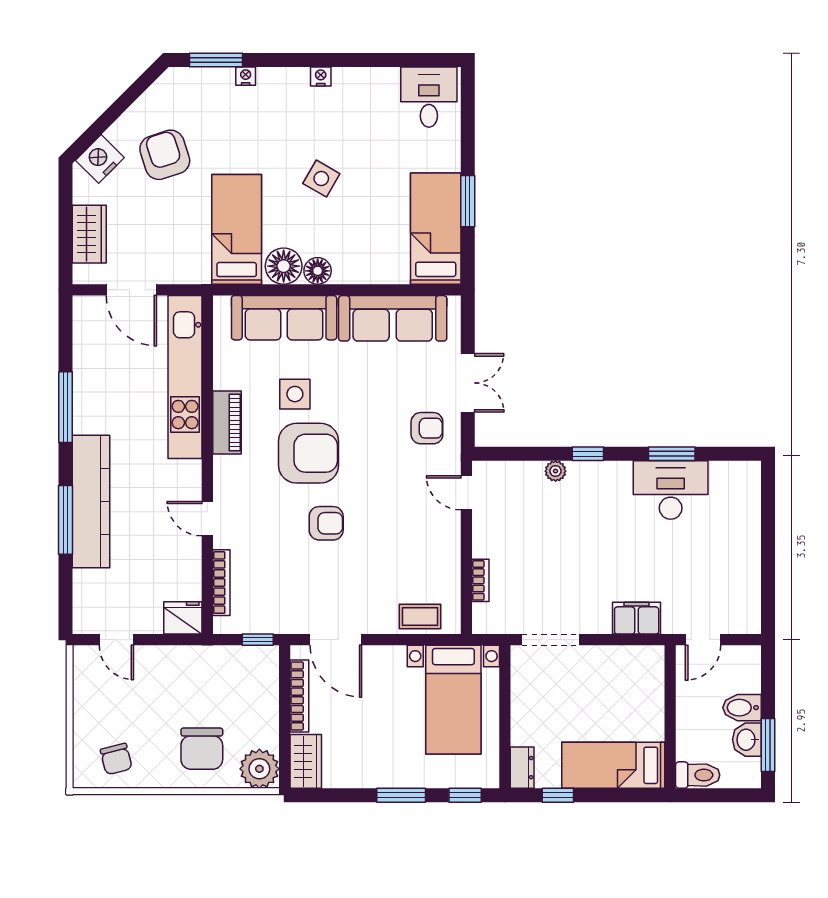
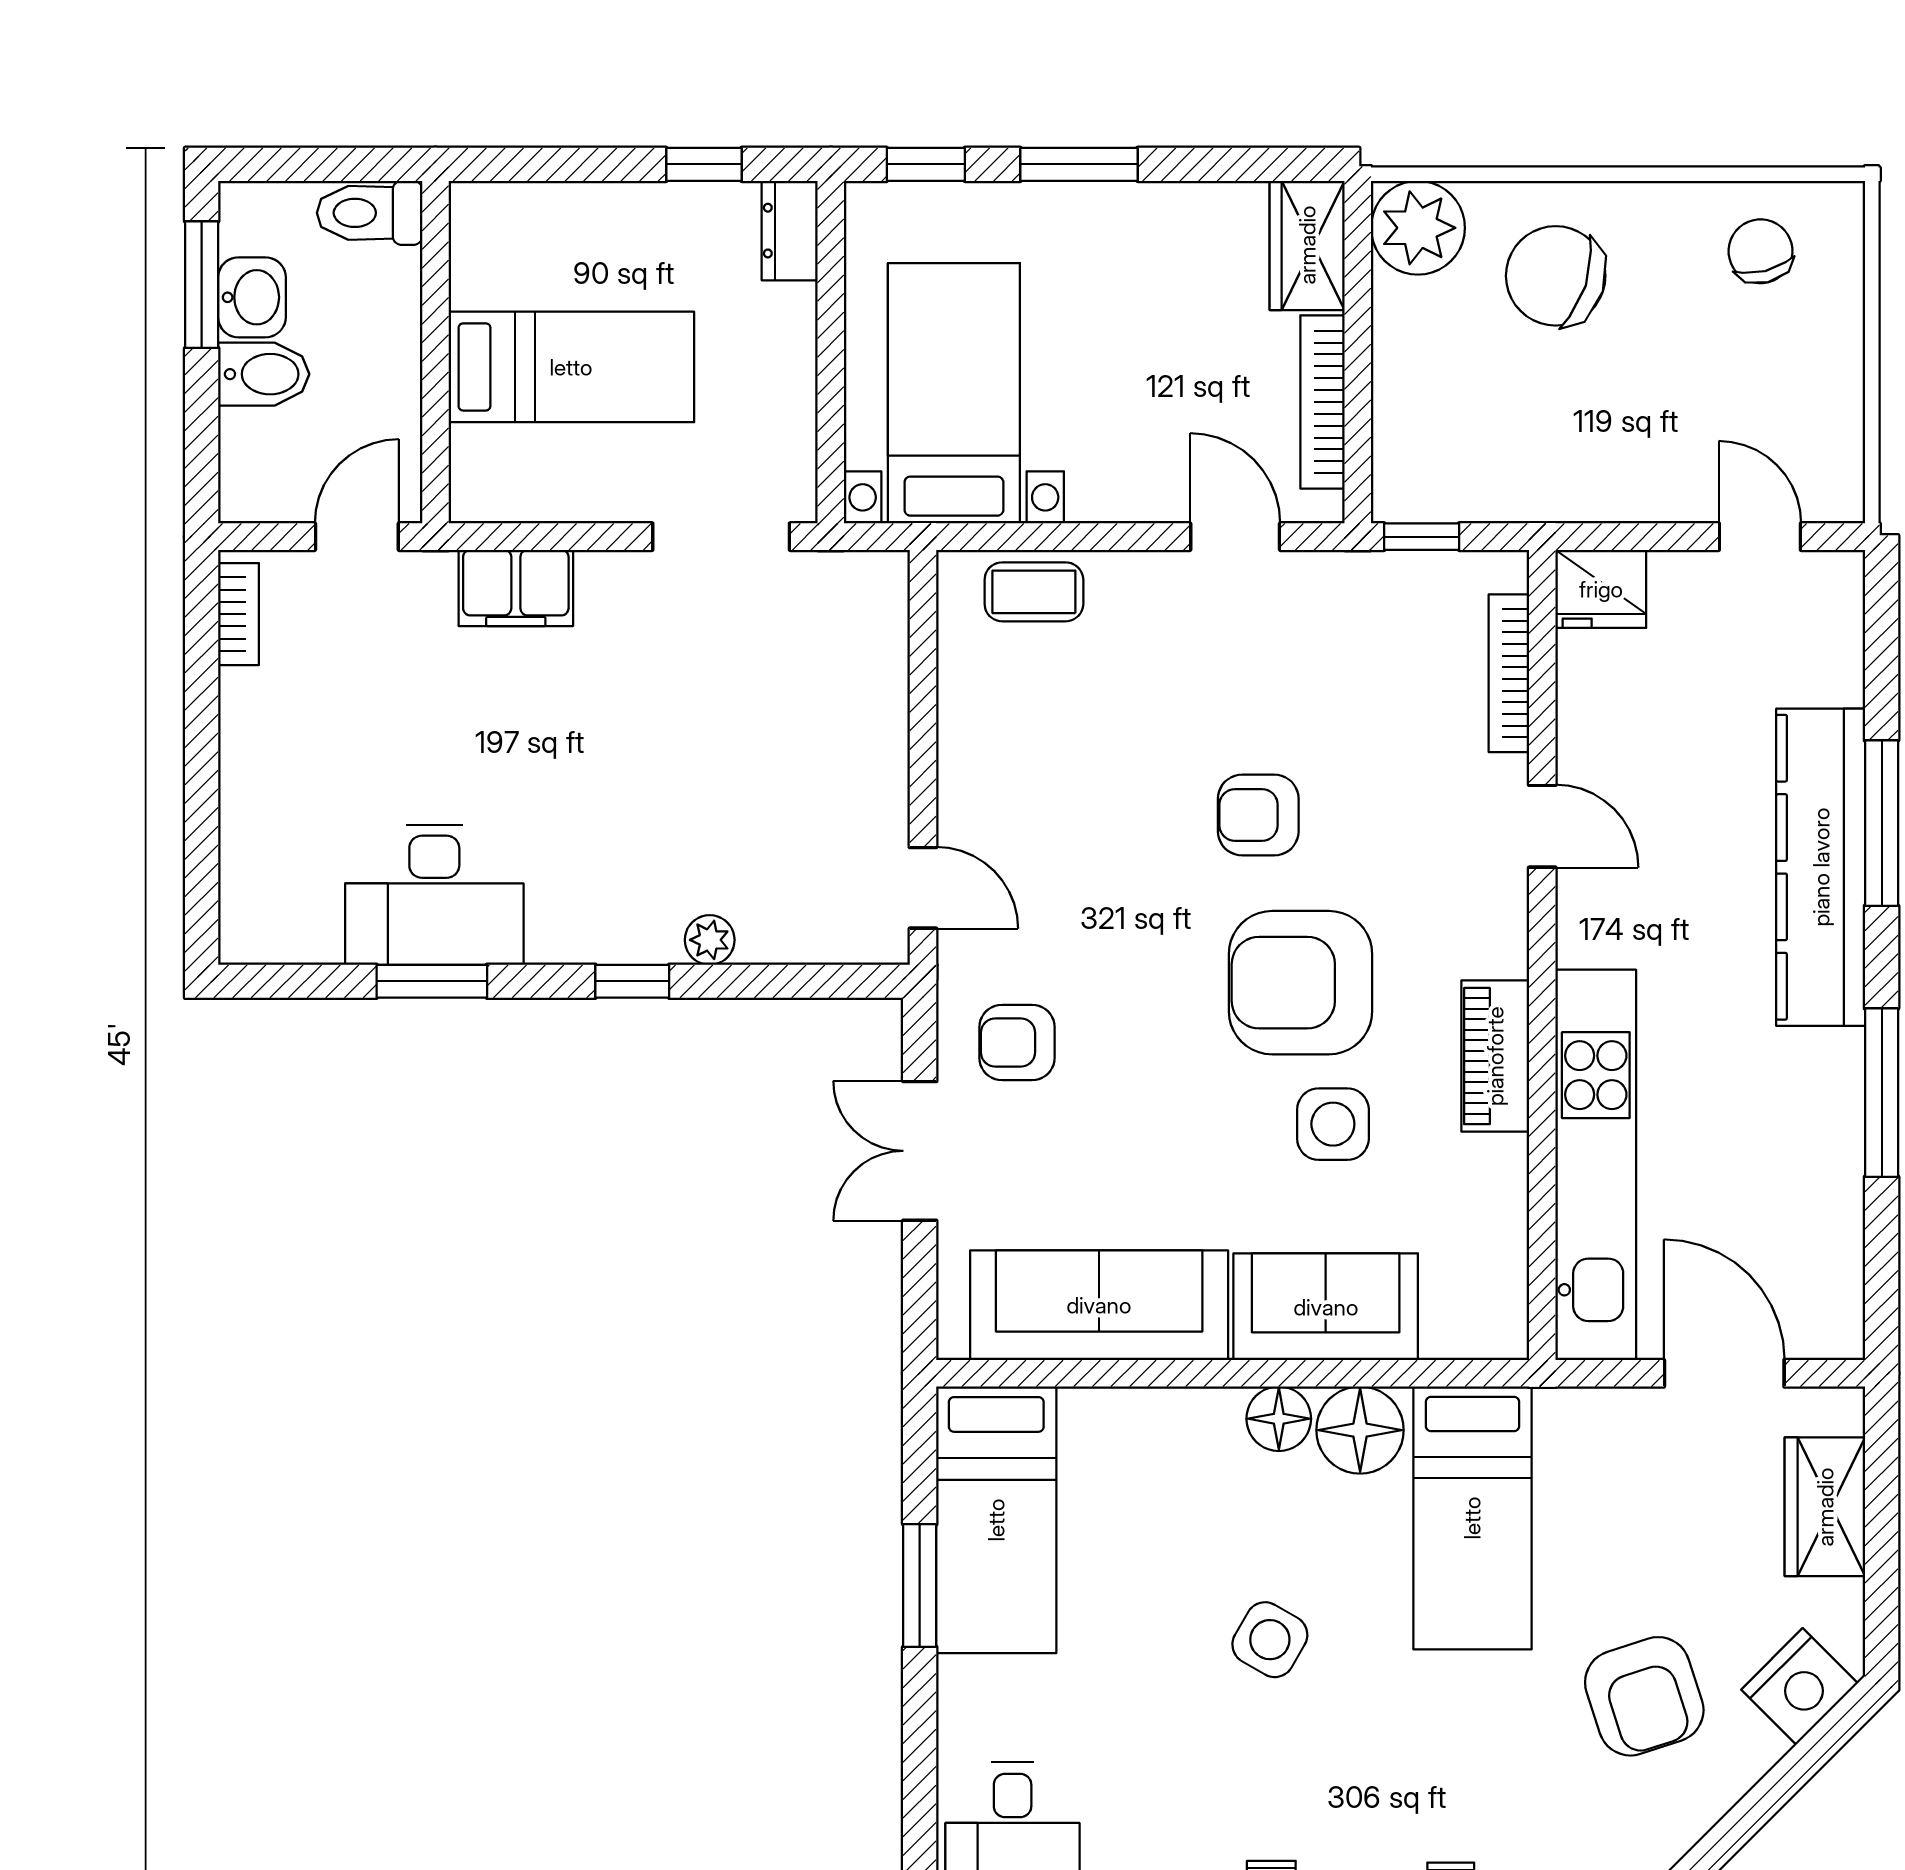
sofa: (284, 318) -> (1326, 1307), width x0.73
bookcase: (480, 580) -> (239, 614), moved, turned 180
door: (336, 640) -> (1235, 537), width x0.73
chair: (202, 749) -> (1556, 276), turned -72
bed: (613, 765) -> (571, 367), moved

